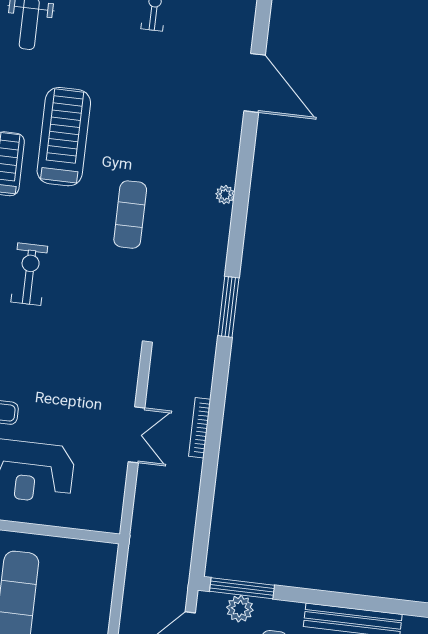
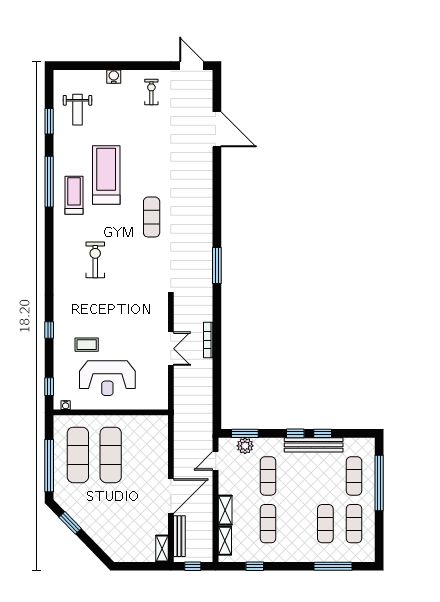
plant: (225, 195) -> (207, 198), removed
window: (242, 588) -> (245, 433), width x0.69
window: (325, 598) -> (295, 433), added
window: (370, 603) -> (323, 433), added

